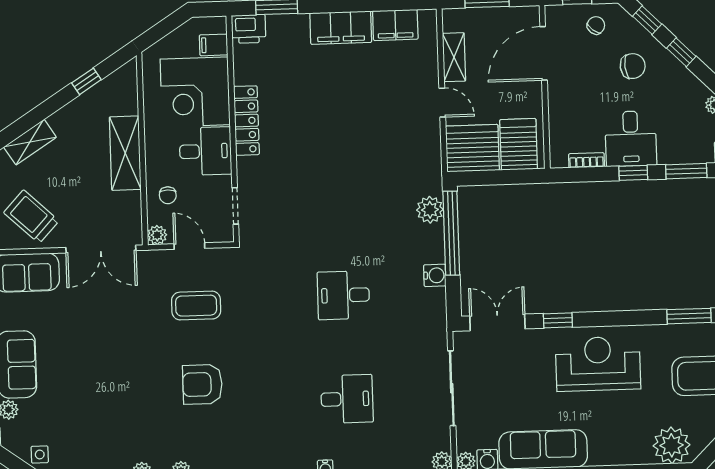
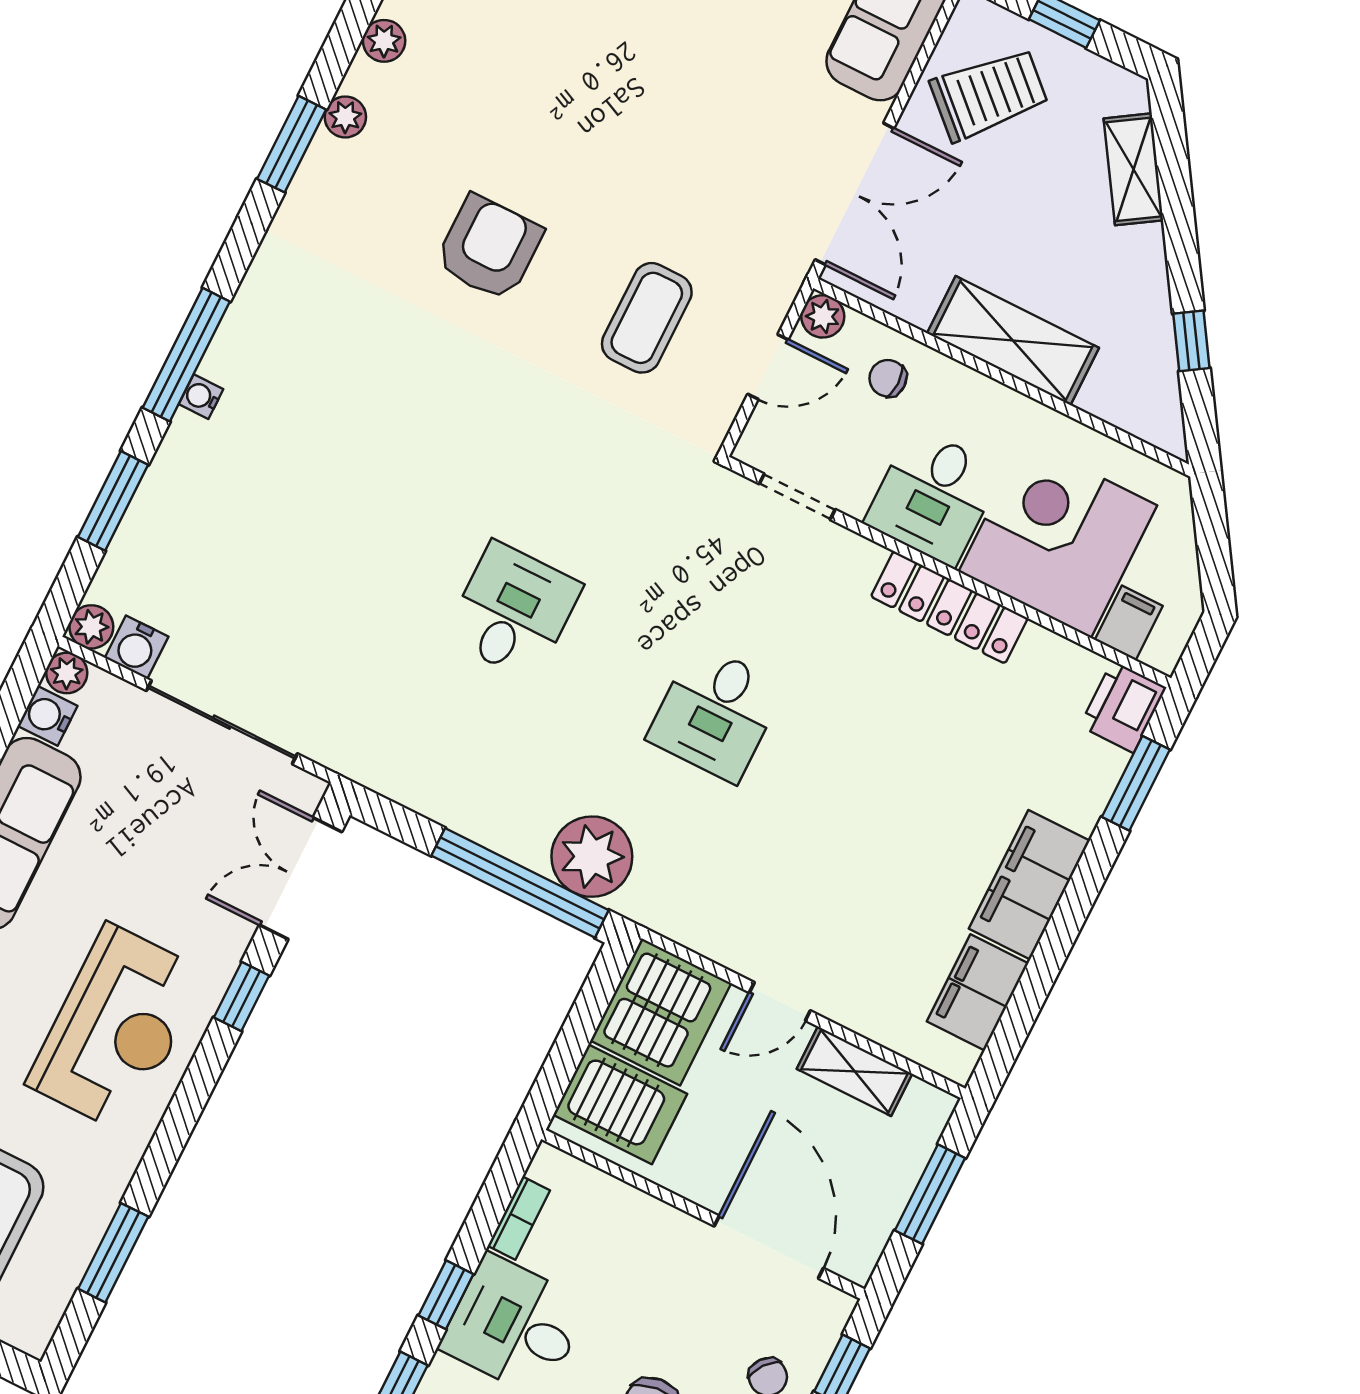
plant: (430, 210) -> (592, 857), width x1.36, depth x1.36
double door: (101, 249) -> (855, 194), swing flipped
water cooler: (435, 275) -> (137, 647), moved
double door: (497, 322) -> (301, 878), swing flipped
desk: (347, 399) -> (716, 713), moved

